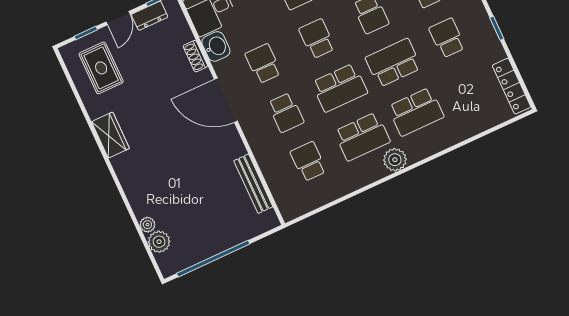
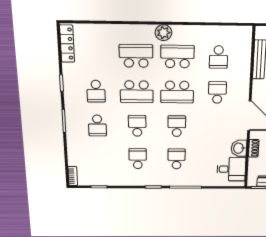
school desk: (317, 39) -> (177, 126), turned 180
school desk: (263, 64) -> (216, 126), removed
school desk: (340, 88) -> (177, 92), turned 180

